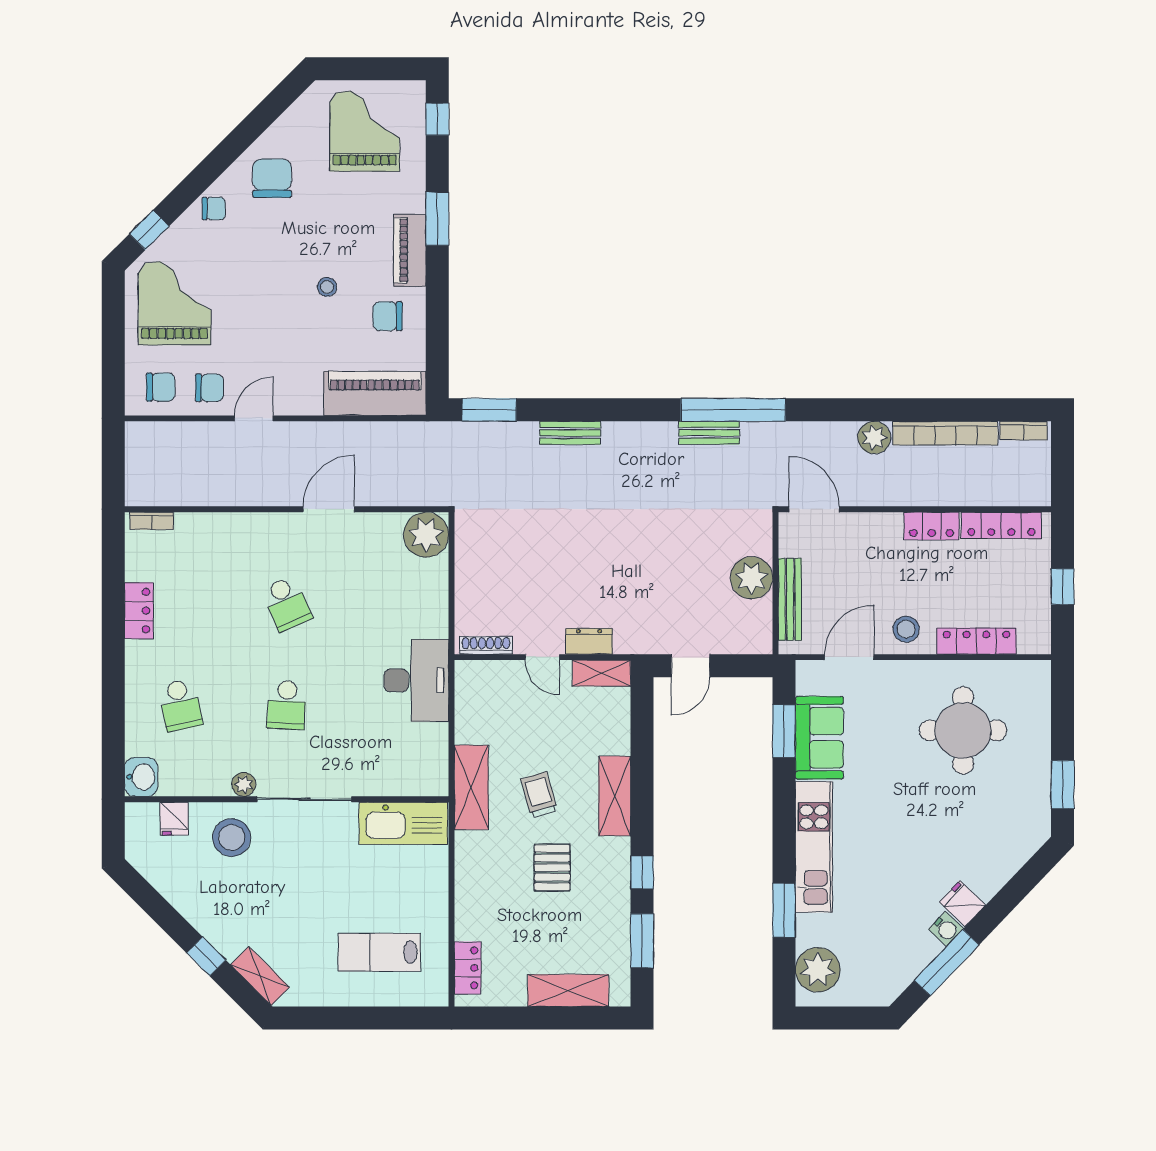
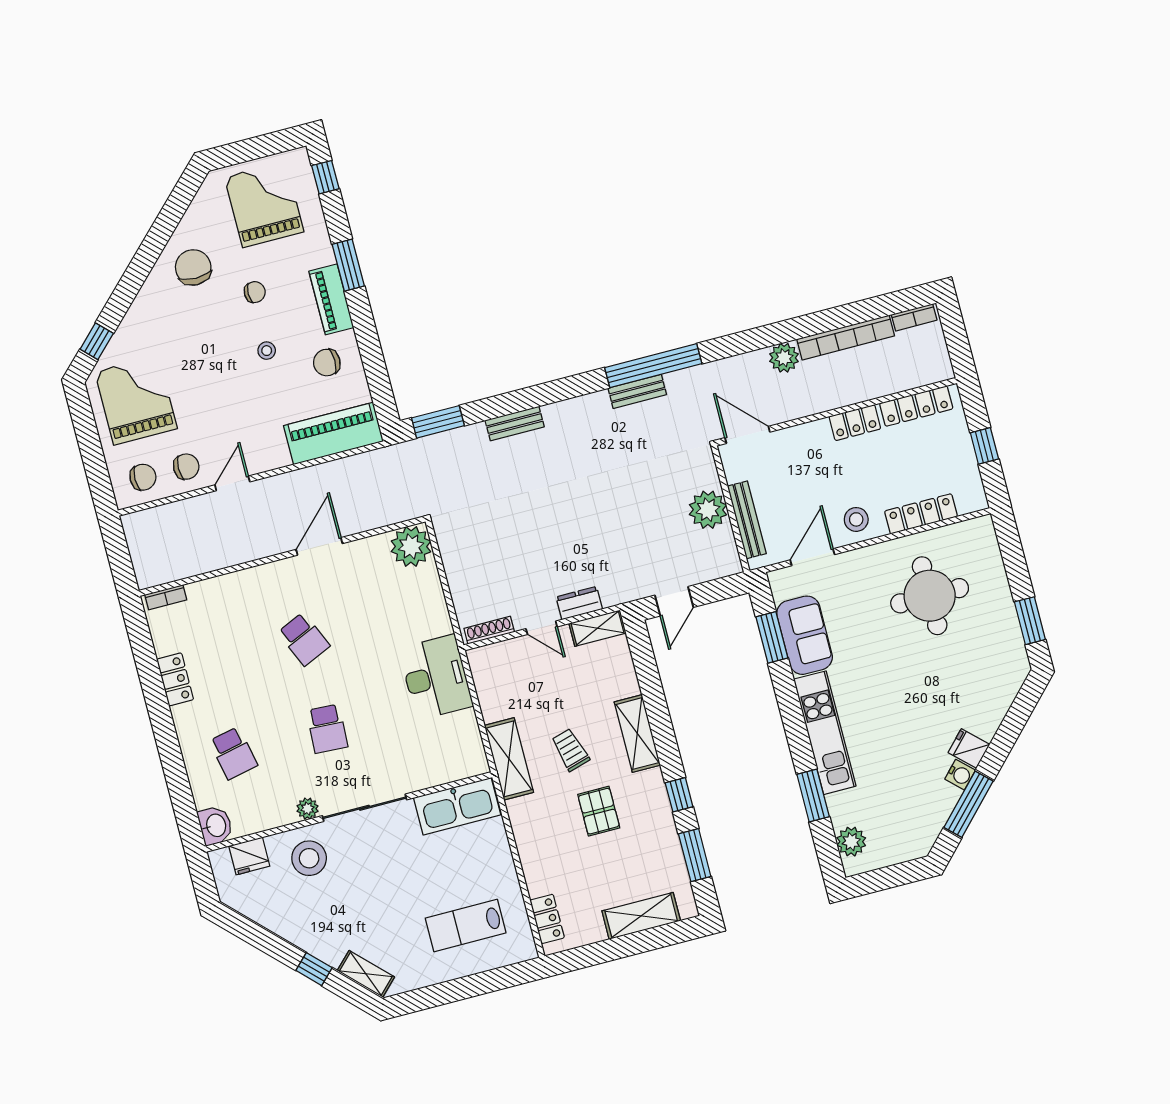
chair: (214, 209) -> (255, 292), moved
fridge: (174, 819) -> (249, 856), width x1.38
plant: (818, 970) -> (851, 842), width x0.73, depth x0.73

